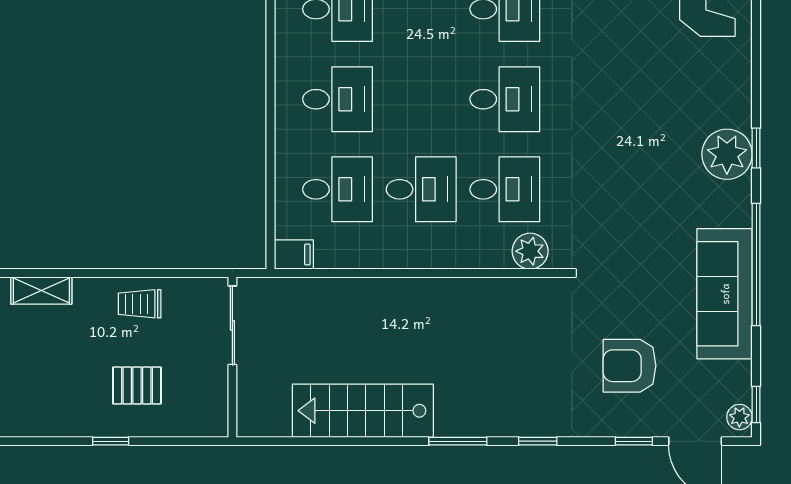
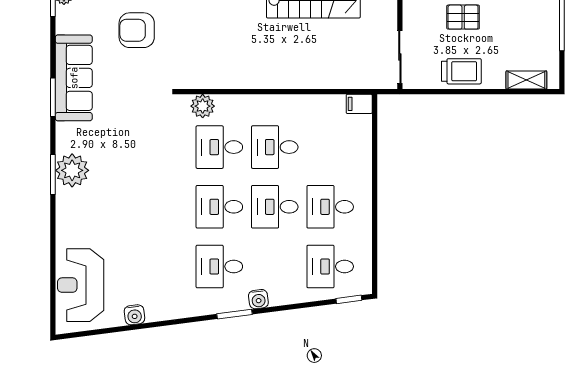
window: (756, 148) -> (53, 174), width x1.50
desk: (338, 189) -> (275, 207), moved
window: (756, 264) -> (53, 97), width x0.47
trolley: (140, 304) -> (461, 71), width x1.36, depth x1.39
armchair: (630, 366) -> (137, 30), turned 180

